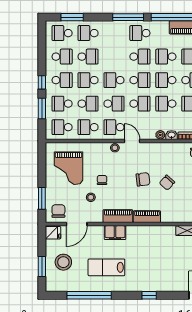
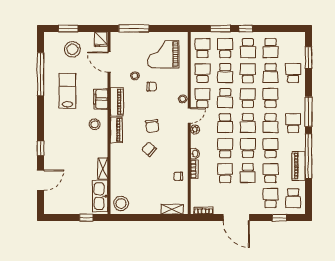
school desk: (62, 33) -> (270, 98), moved
plant: (160, 135) -> (195, 130), moved
window: (42, 198) -> (134, 29), width x1.44
chair: (58, 211) -> (122, 45), removed
stool: (141, 239) -> (95, 124), added
window: (149, 295) -> (41, 148), moved

